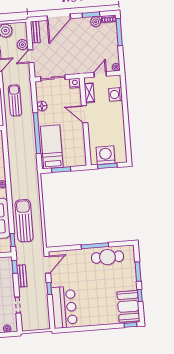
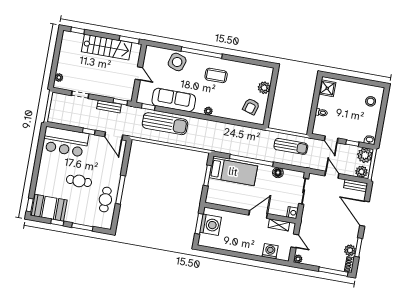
plant: (22, 45) -> (361, 172), moved
cafe table: (108, 257) -> (105, 200), width x0.73, depth x0.74
cafe table: (97, 286) -> (79, 181), added

